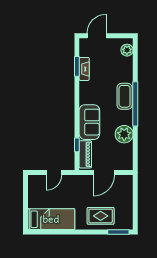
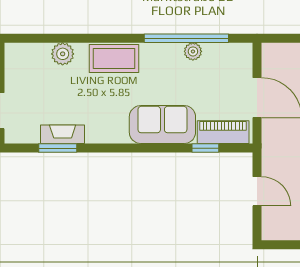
plant: (127, 50) -> (63, 54), moved
window: (135, 104) -> (186, 38), moved
plant: (124, 134) -> (193, 51), width x0.53, depth x0.53

